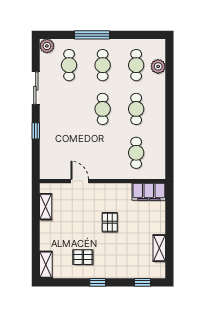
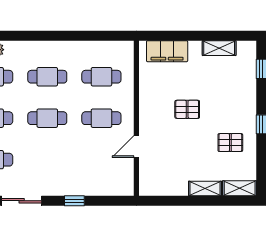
cafe table: (103, 153) -> (101, 118), added
filing cabinet: (149, 192) -> (167, 51), moved, turned 90
shelving: (46, 207) -> (205, 188), moved
pallet: (83, 257) -> (230, 143), turned 90

